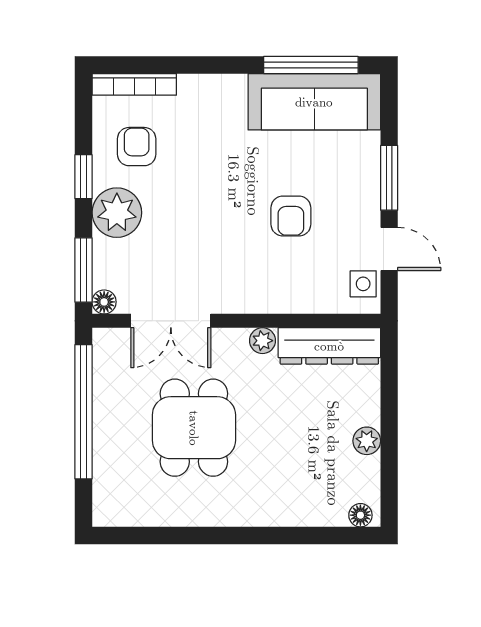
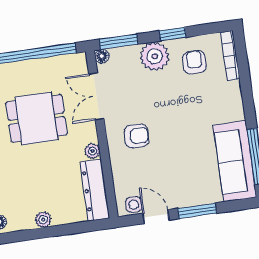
armchair: (137, 147) -> (194, 62), turned -90
armchair: (291, 216) -> (136, 136), moved, turned 180
door: (389, 249) -> (156, 217), swing flipped

